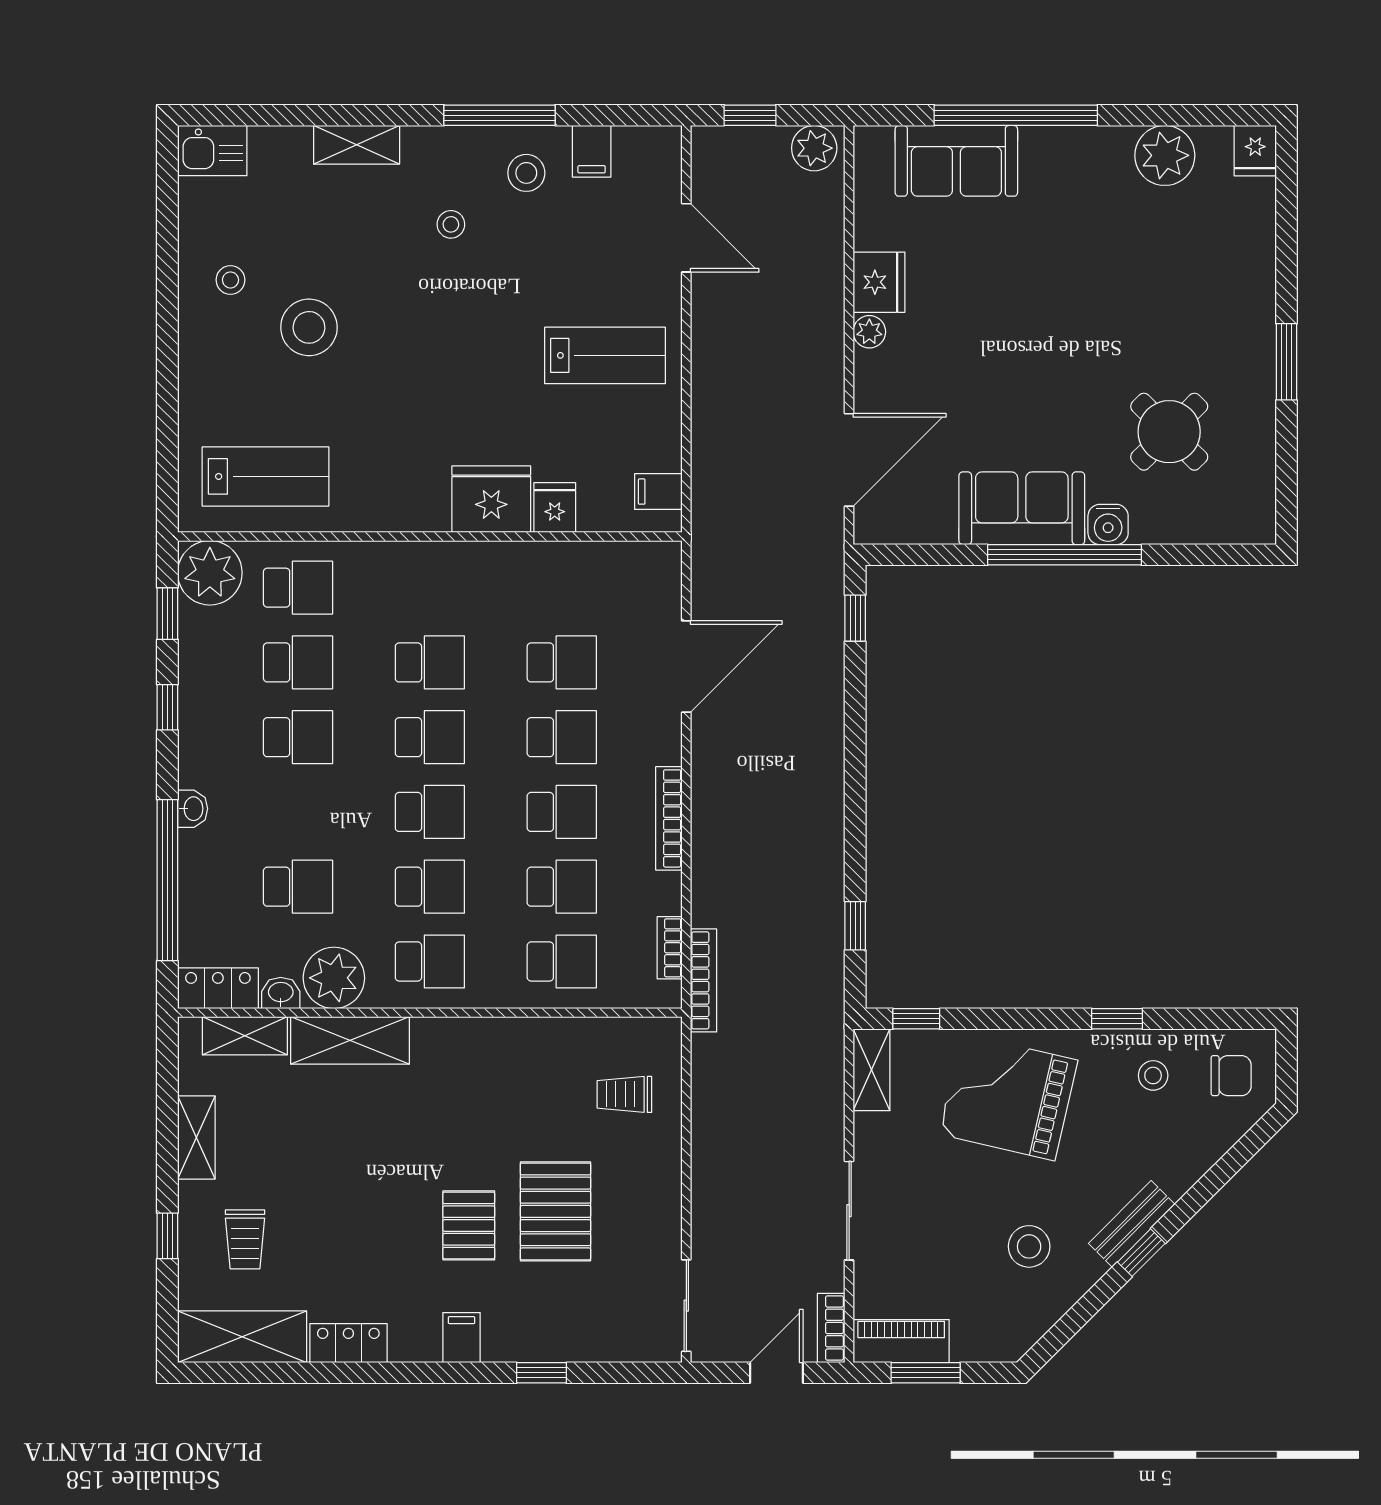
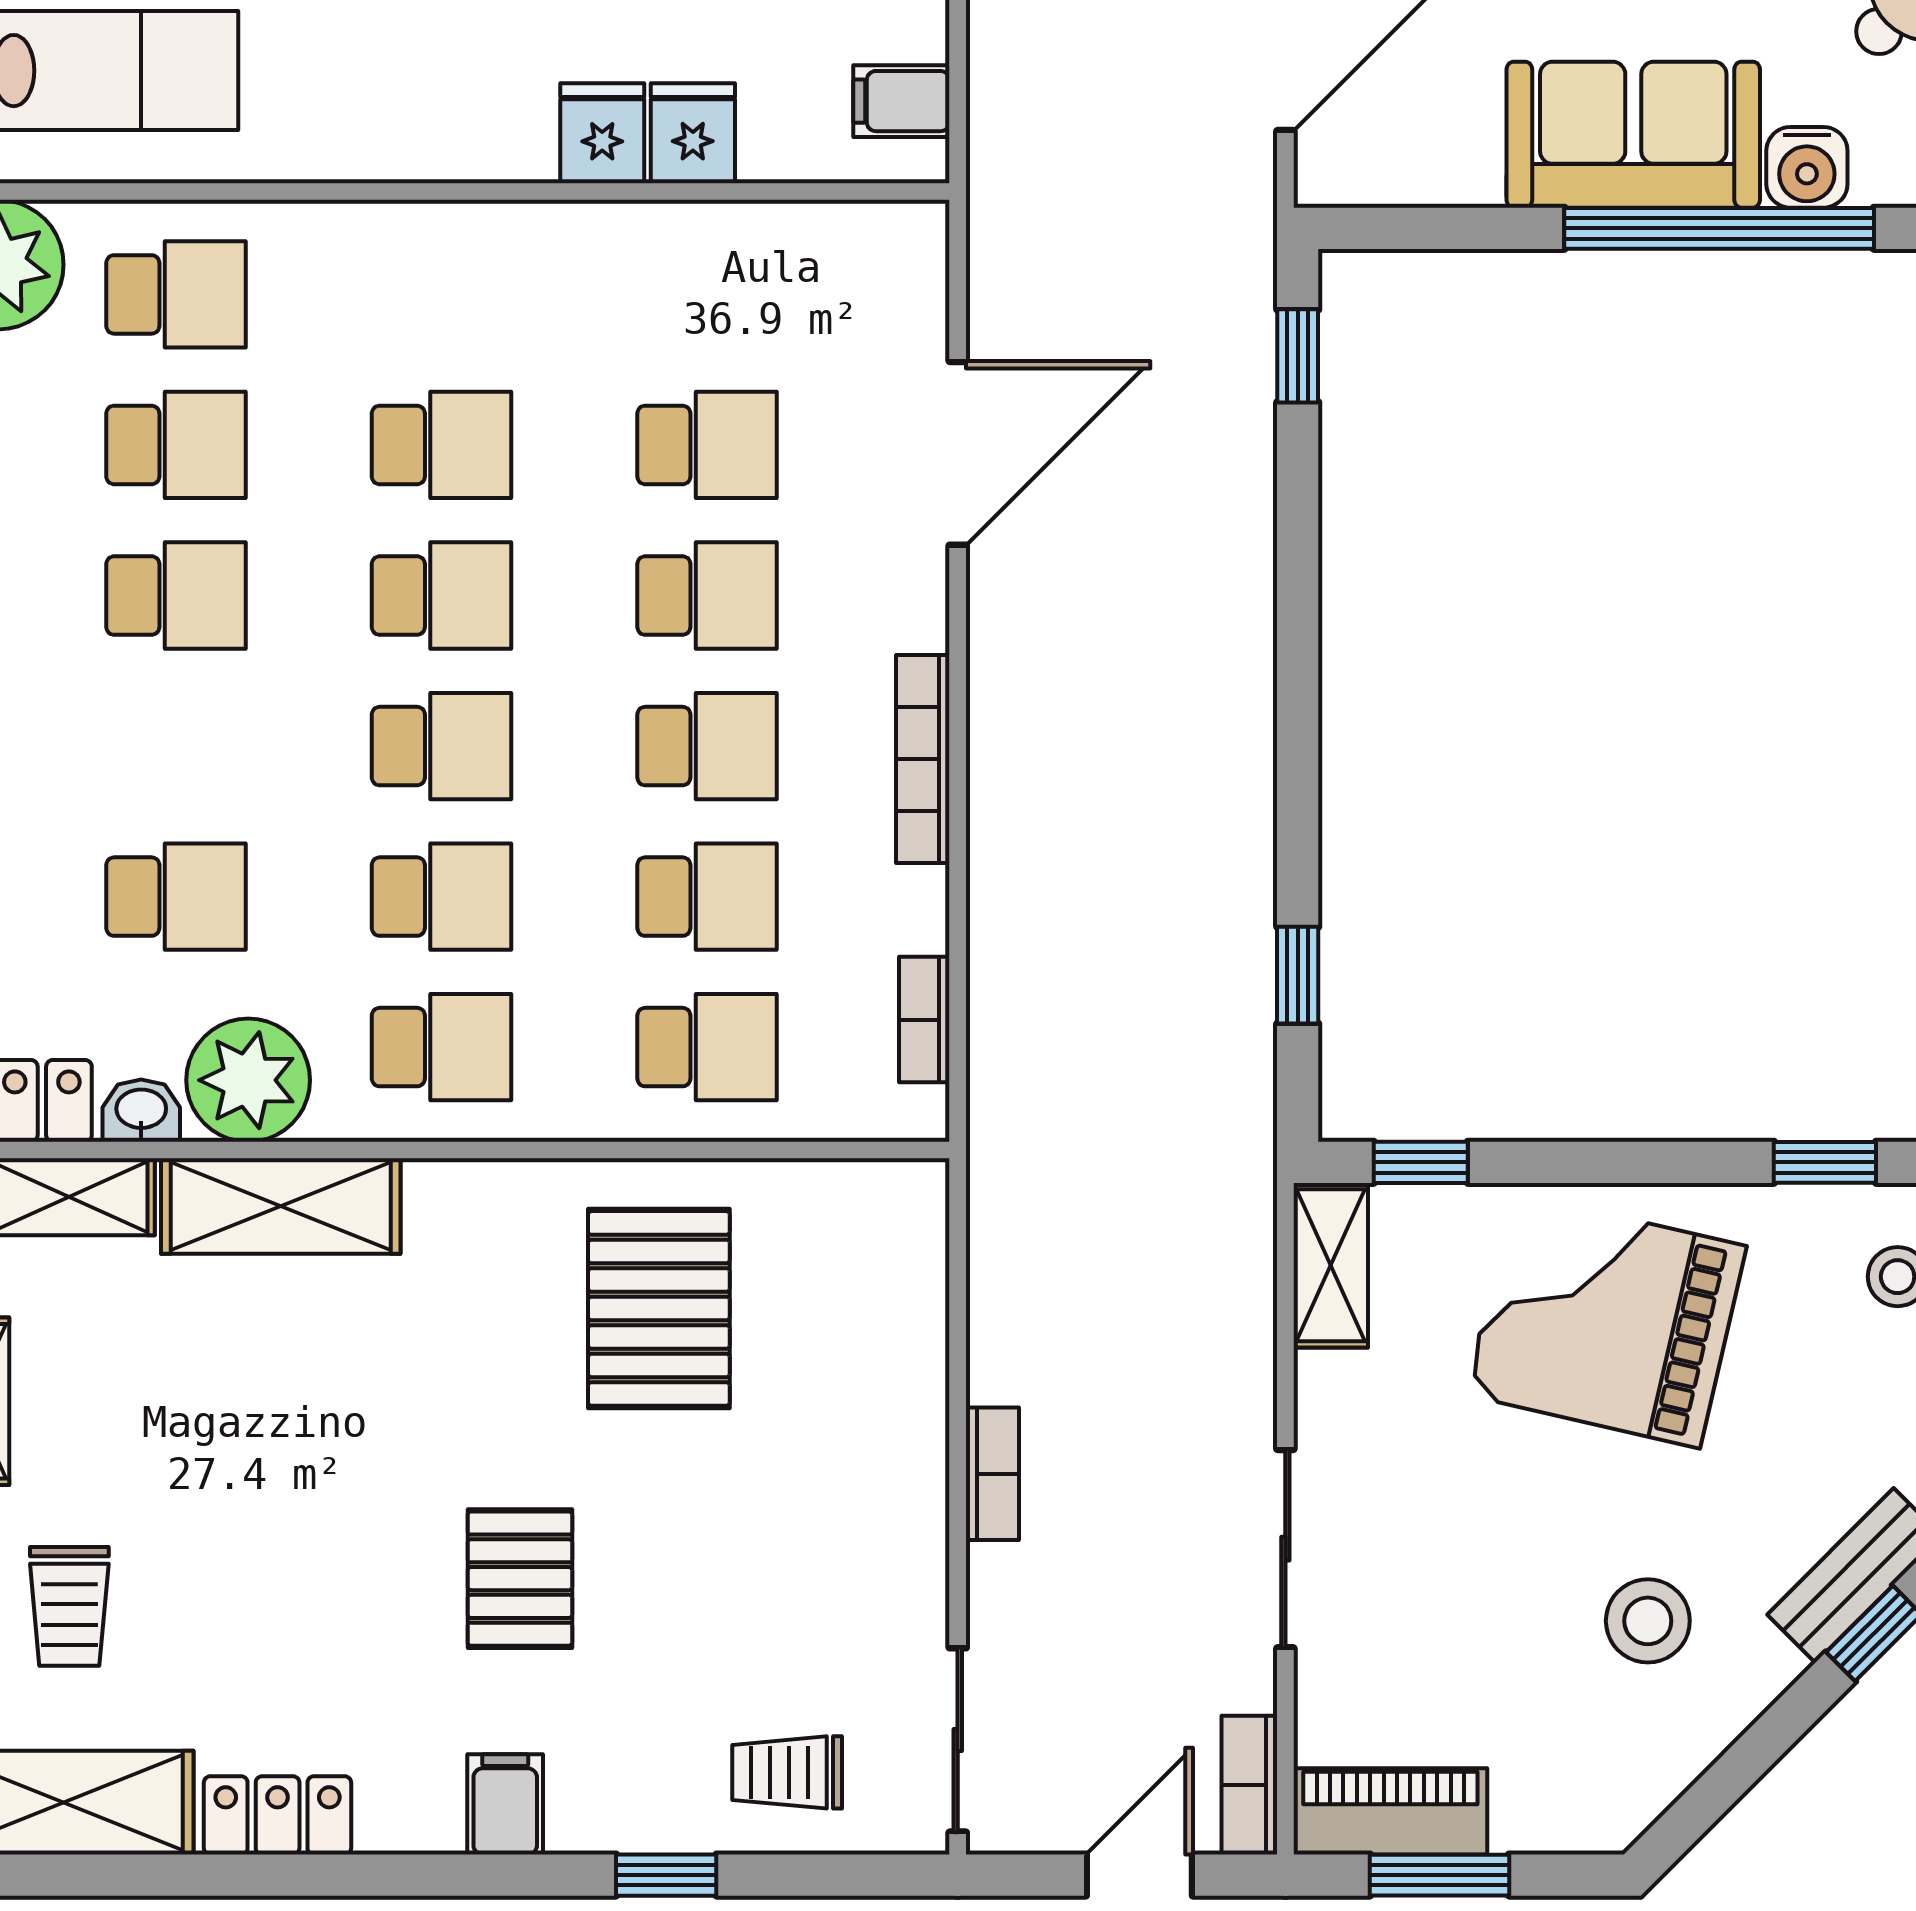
fridge: (491, 499) -> (602, 133), width x0.53, depth x0.75
bookcase: (704, 980) -> (992, 1474), moved, width x0.64
trolley: (624, 1094) -> (787, 1772), moved
pallet: (556, 1211) -> (659, 1308), moved

